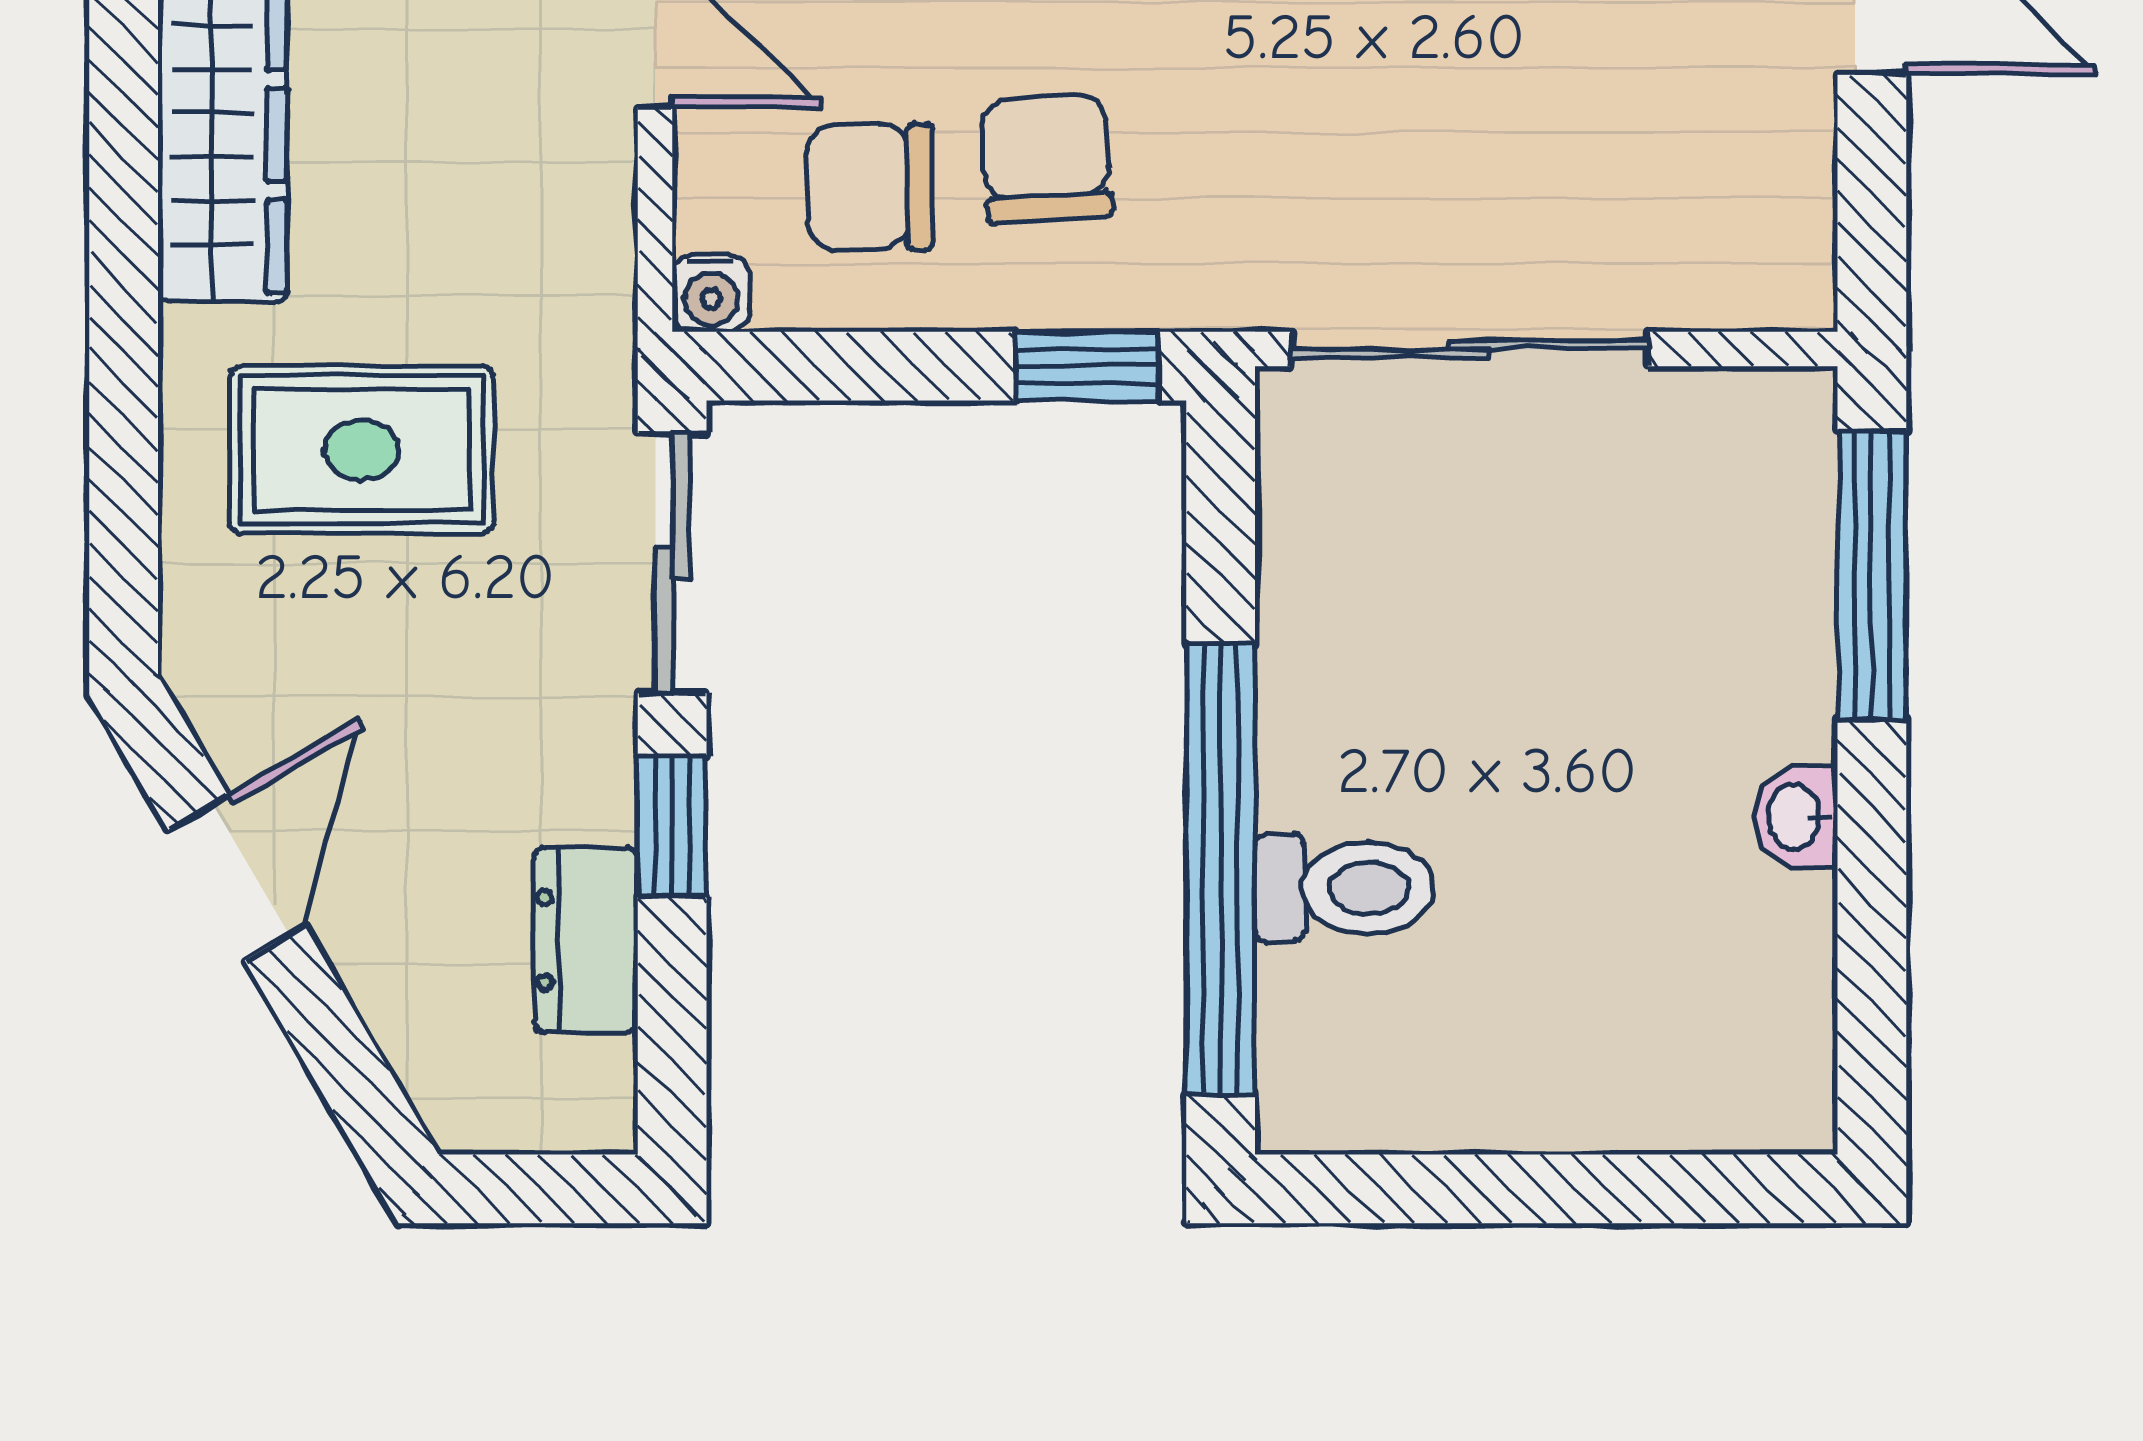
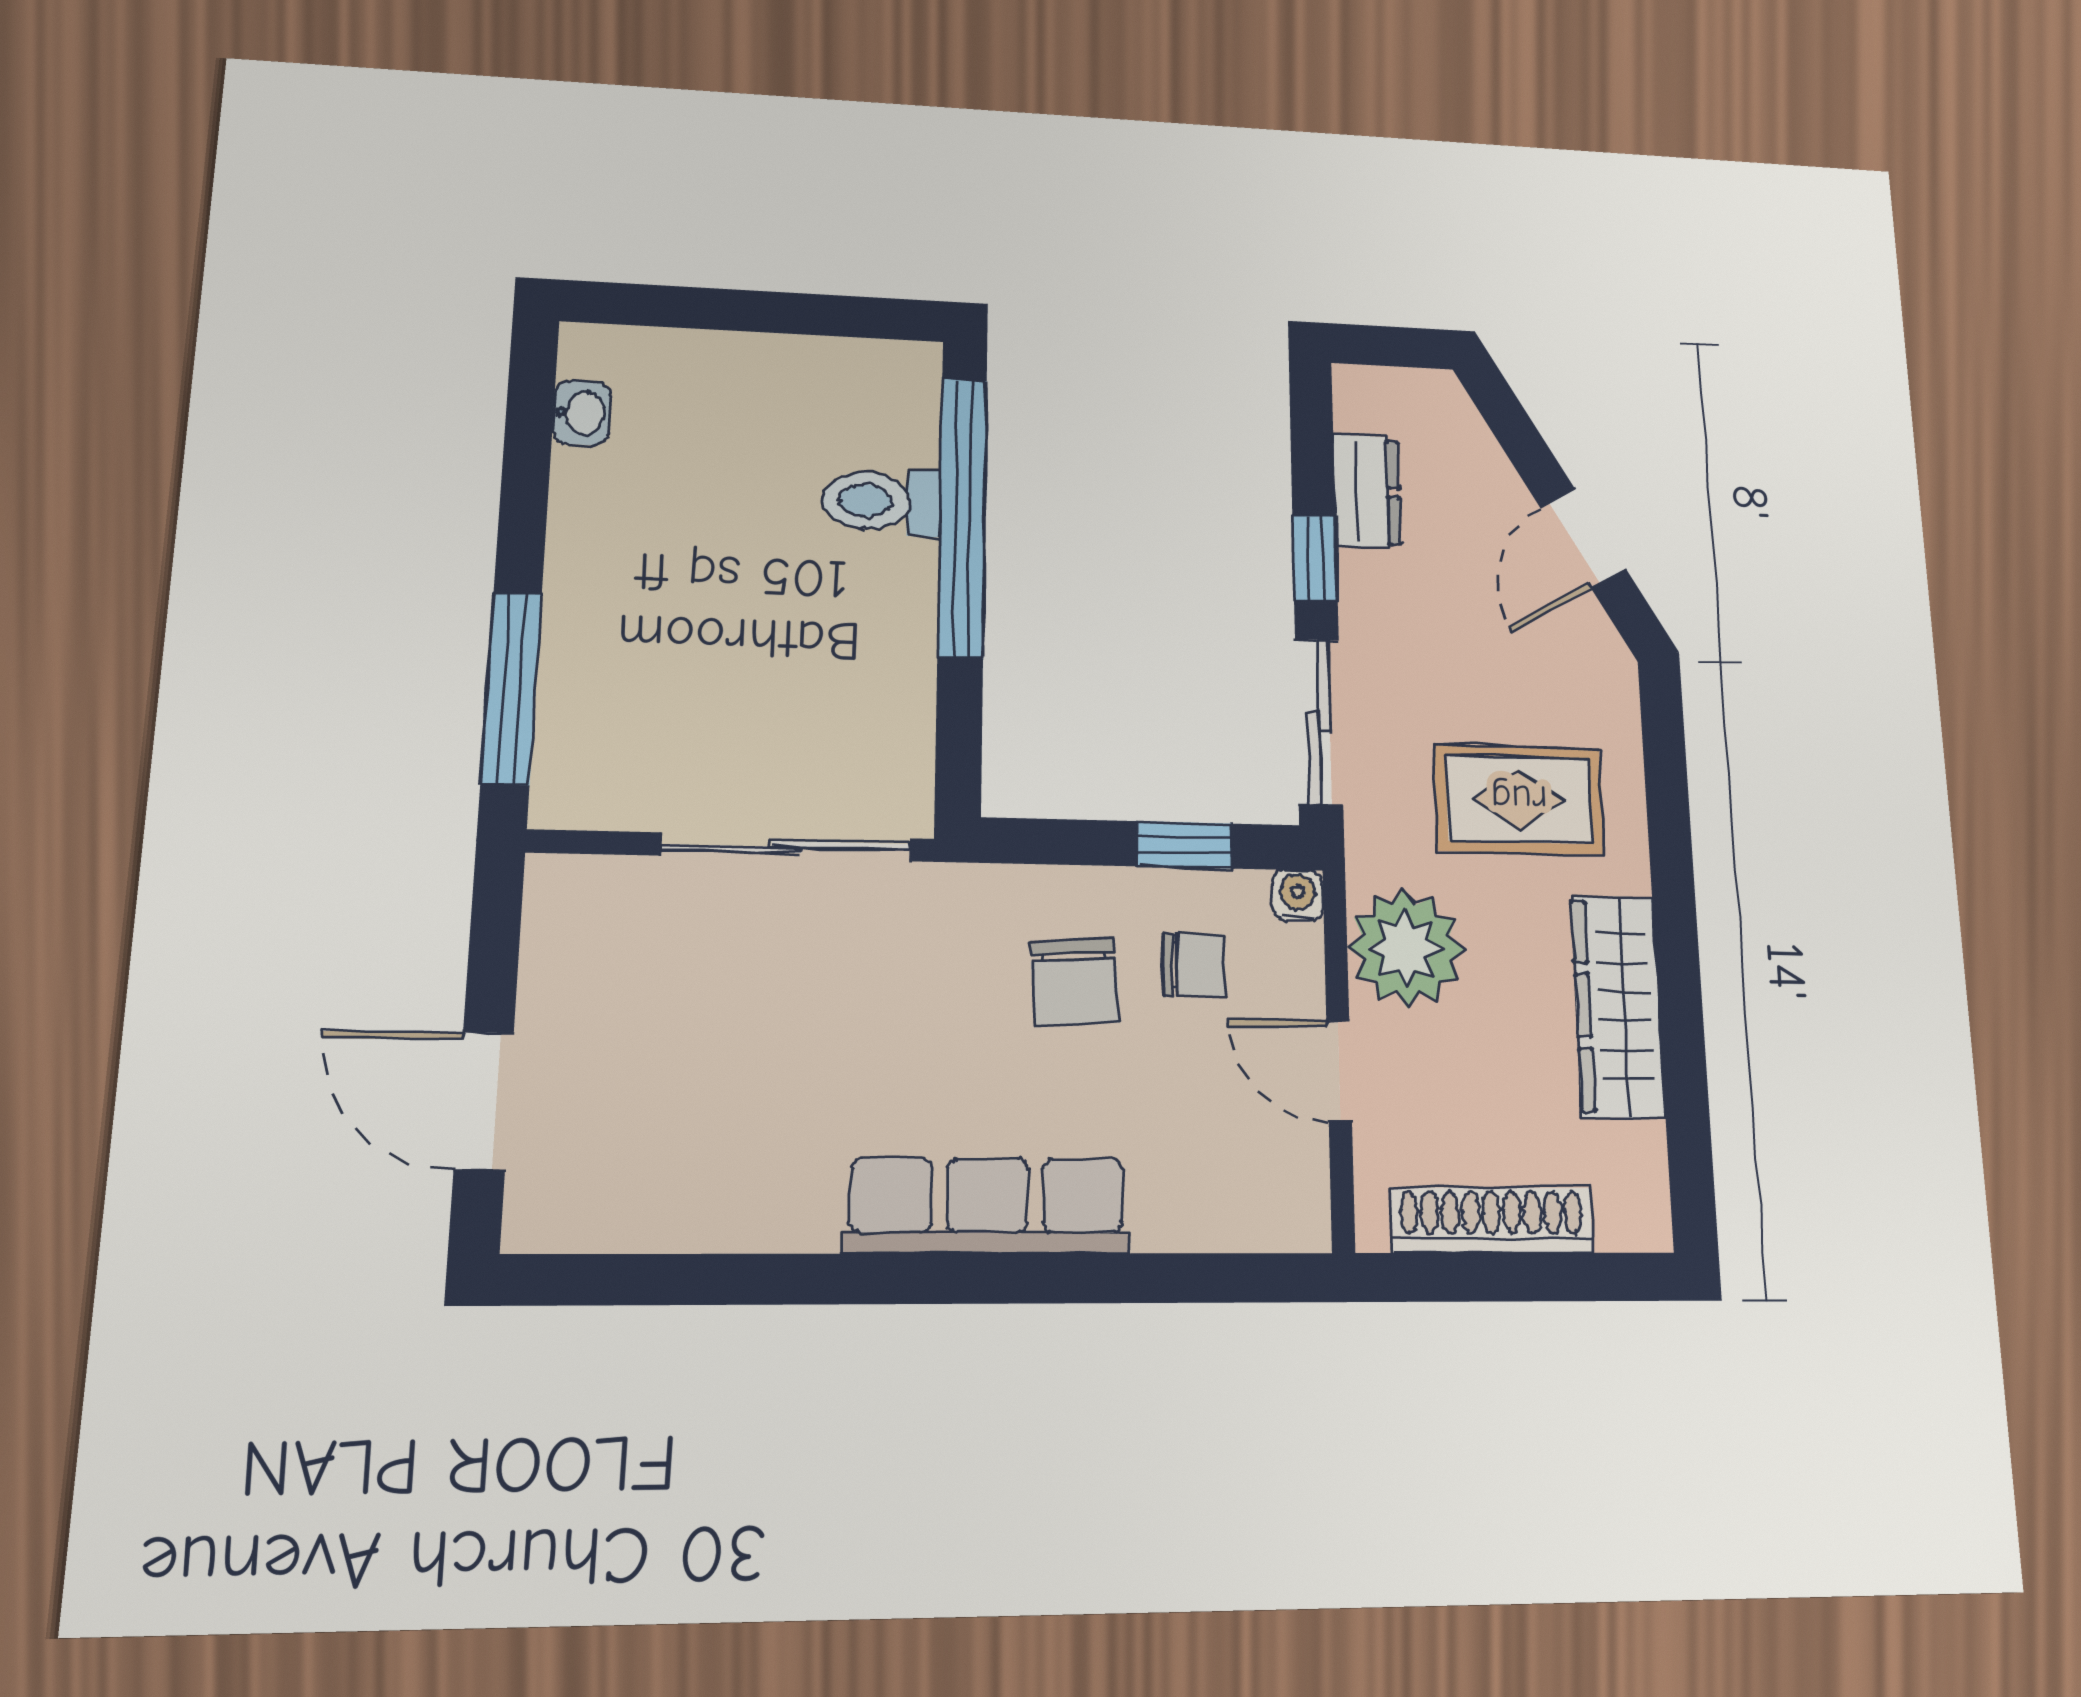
chair: (870, 187) -> (1194, 965), width x0.73, depth x0.73
plant: (548, 217) -> (1406, 948), added
window: (1087, 366) -> (1184, 845), moved
washbasin: (1796, 817) -> (582, 413), moved

